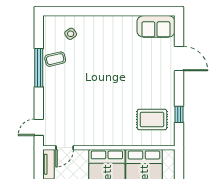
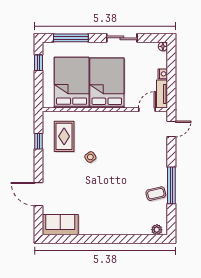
plant: (54, 21) -> (157, 230), added
side table: (71, 34) -> (90, 157), moved
rug: (152, 120) -> (64, 136), turned 90

